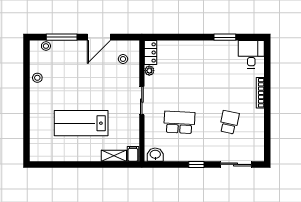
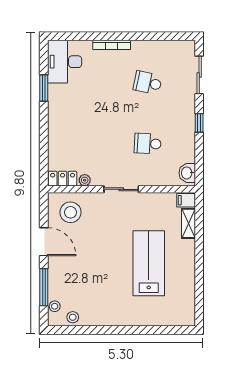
desk: (251, 54) -> (65, 62), width x1.37
stool: (123, 59) -> (71, 212), width x1.89, depth x1.89
stool: (37, 78) -> (73, 317), moved
school desk: (179, 122) -> (148, 144), width x0.54
lab bench: (81, 123) -> (149, 263), turned 180

